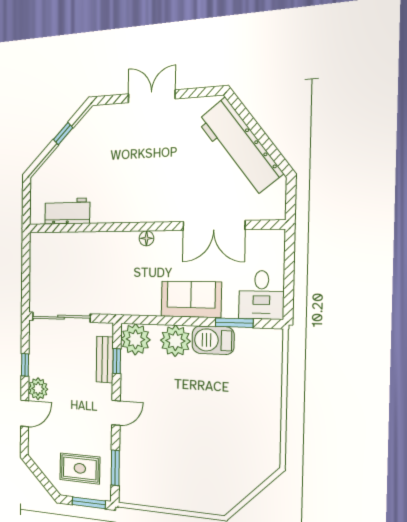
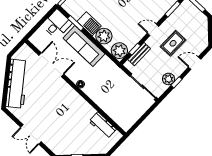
sofa: (191, 299) -> (84, 46), width x1.36
plant: (38, 389) -> (169, 79), moved
rug: (80, 468) -> (173, 43), moved, turned 90

